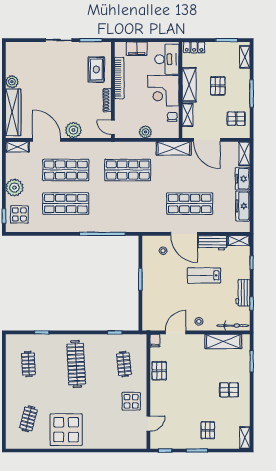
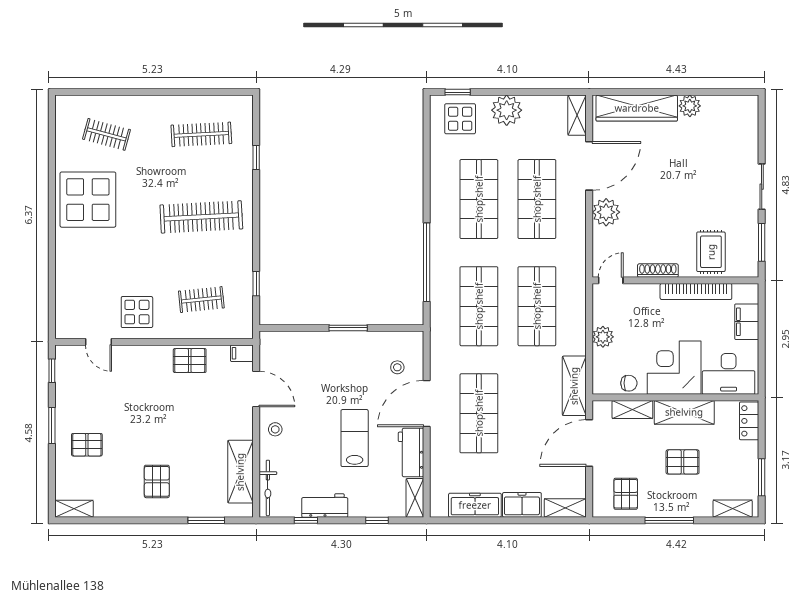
rug: (96, 69) -> (711, 252), turned 90
shop shelf: (128, 204) -> (479, 306), added
clothes rail: (28, 364) -> (201, 134), width x1.36

